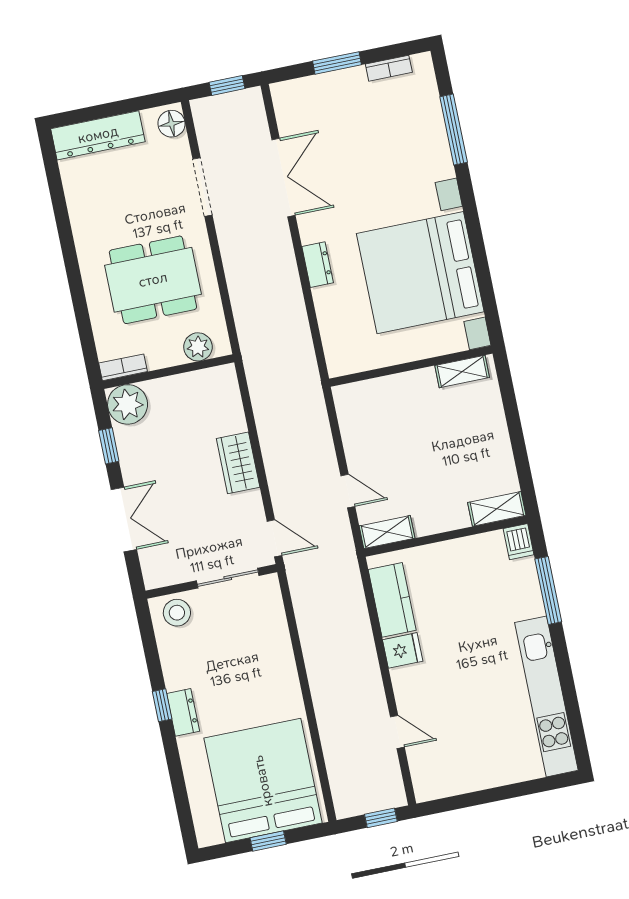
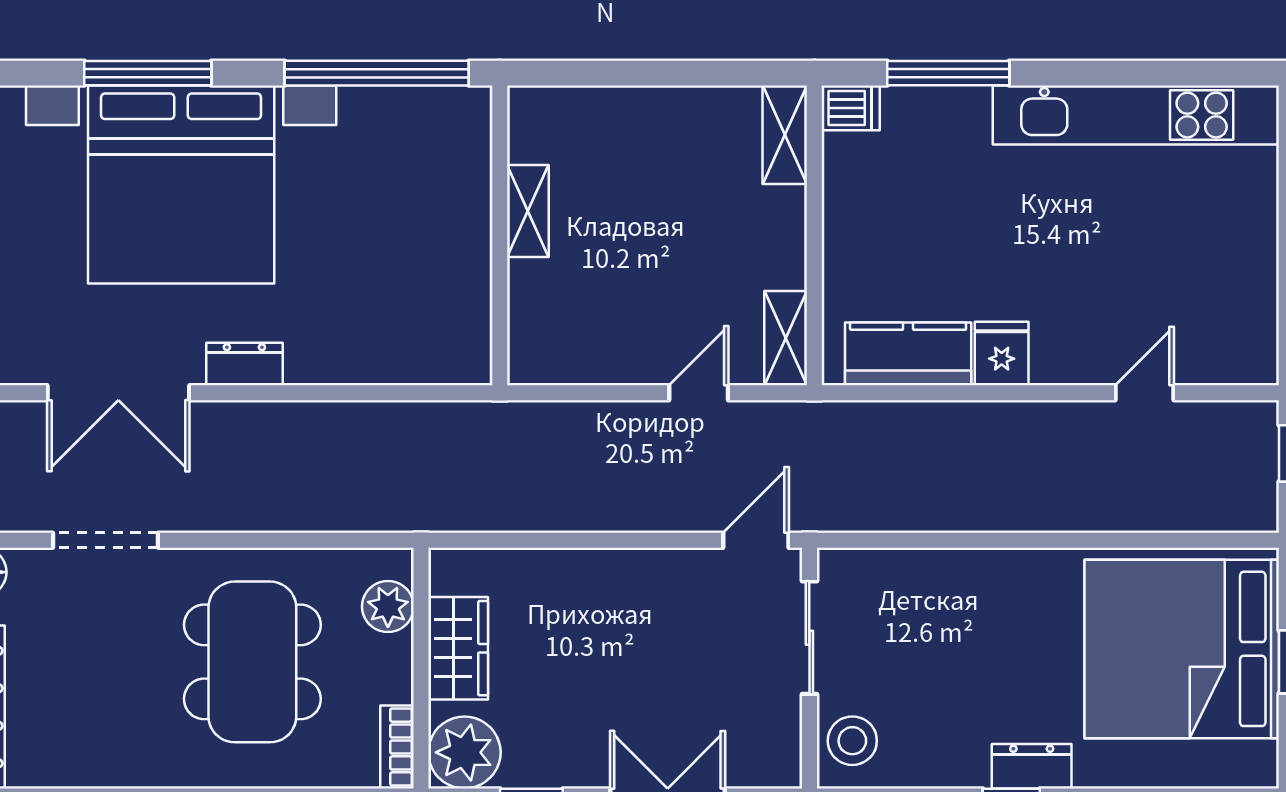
window: (454, 130) -> (148, 73), moved
double door: (284, 178) -> (118, 393), swing flipped
dresser: (318, 265) -> (244, 364), moved
bed with nightstands: (420, 273) -> (181, 185), moved
window: (485, 282) -> (377, 73), added
shelving: (462, 371) -> (528, 211), moved
wardrobe: (238, 463) -> (458, 648), moved, turned -90

